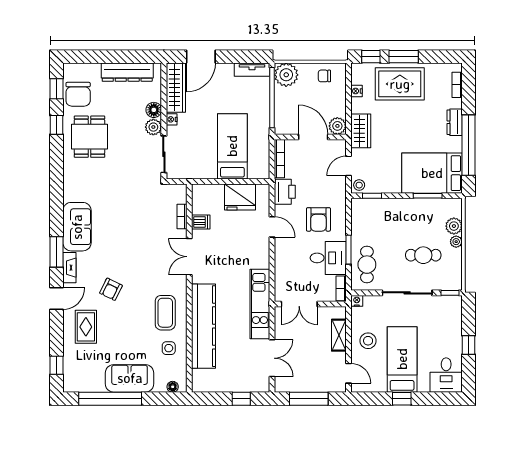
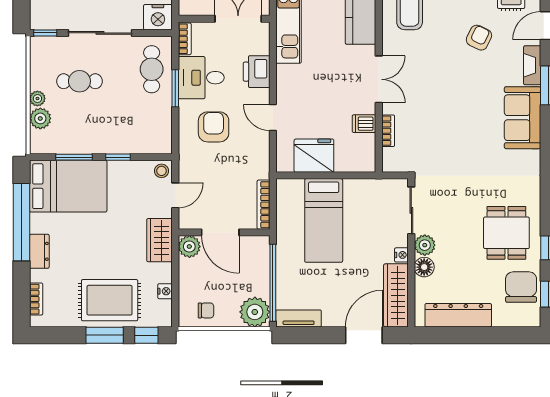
printer: (285, 192) -> (257, 72), moved
window: (372, 196) -> (118, 157), moved
nightstand: (357, 301) -> (158, 17), width x1.89, depth x1.79

